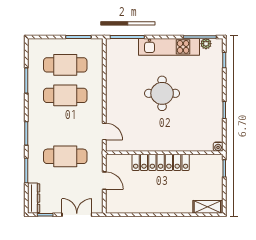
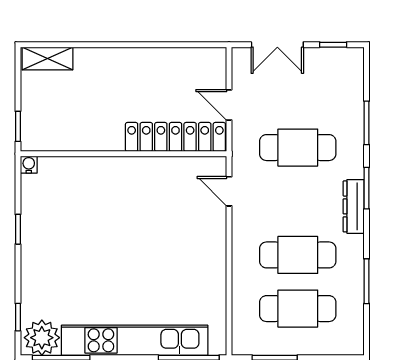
plant: (206, 44) -> (42, 338), width x1.88, depth x1.88
kitchen unit: (169, 47) -> (135, 340), width x1.36
round table: (162, 93) -> (127, 258), removed
locker: (161, 162) -> (175, 137), moved
dresser: (34, 198) -> (354, 206), moved

